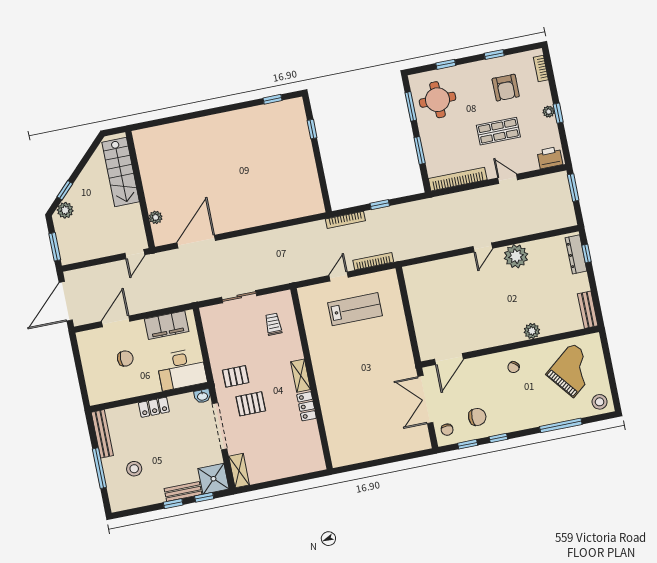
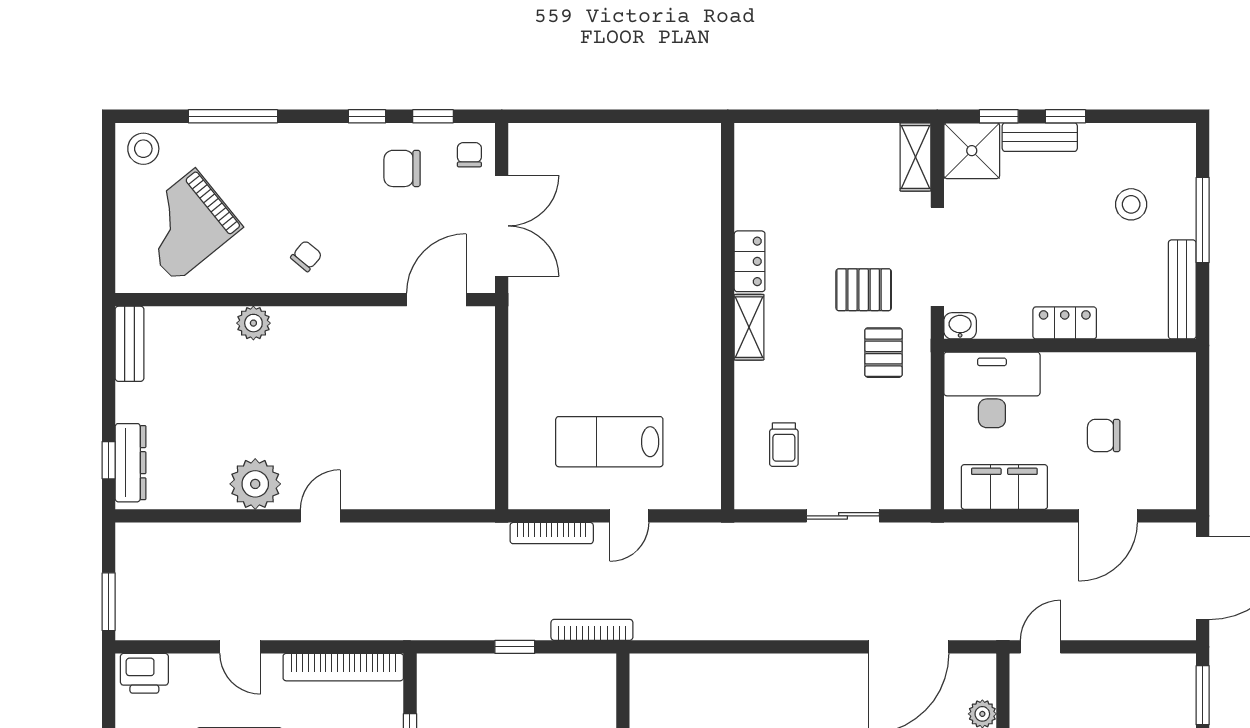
pallet: (236, 376) -> (883, 353), turned 90

